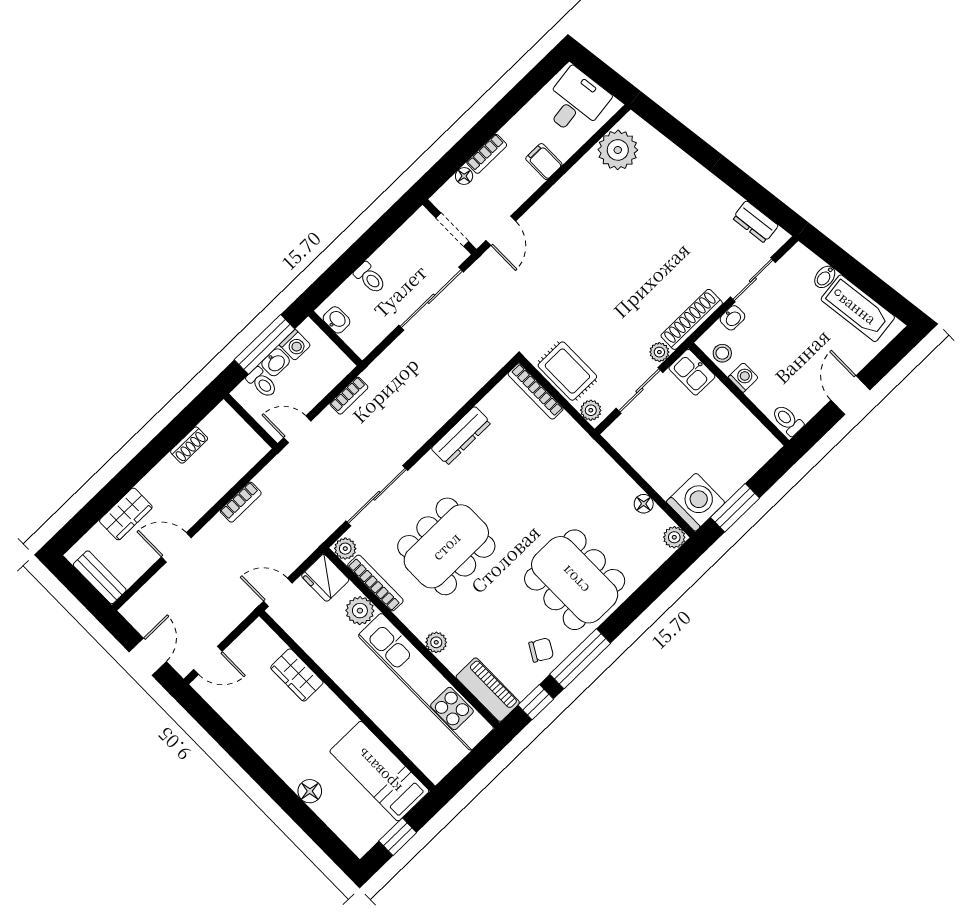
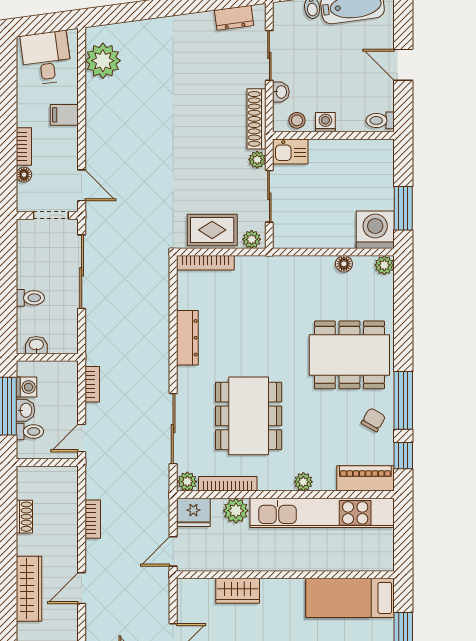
wardrobe: (126, 514) -> (29, 589), width x1.50

